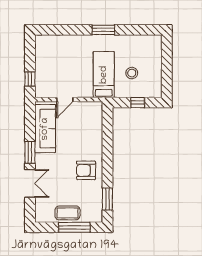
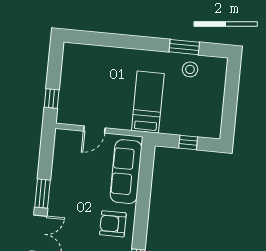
window: (103, 30) -> (184, 47), moved
stool: (132, 73) -> (190, 69), moved
sofa: (45, 129) -> (126, 172), moved, turned 180

